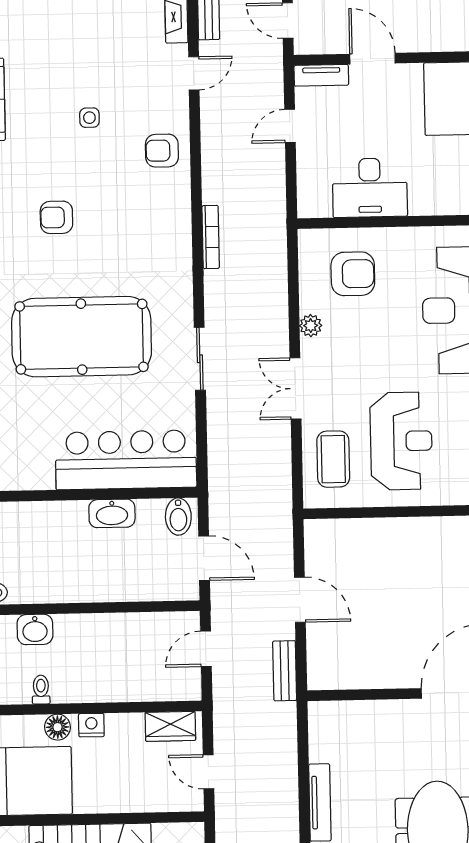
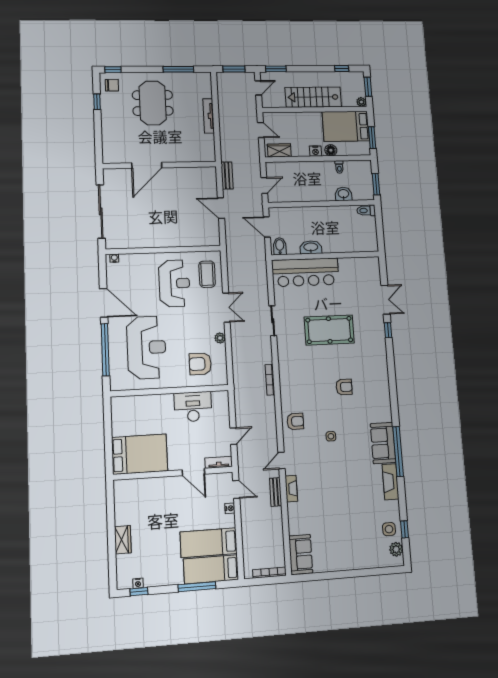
pool table: (82, 337) -> (329, 330), width x0.73, depth x0.76
reception desk: (401, 441) -> (174, 283), turned 180

